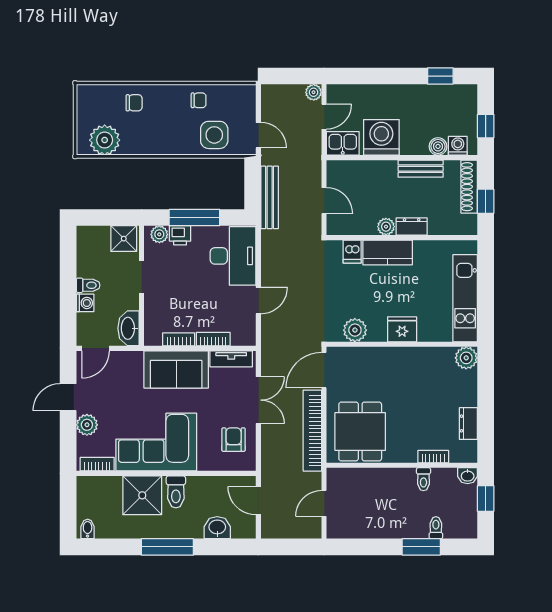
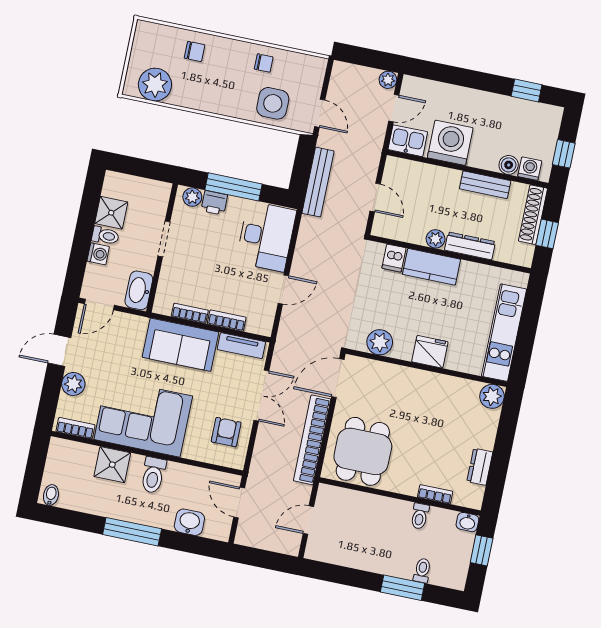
dresser: (412, 226) -> (470, 246), width x1.44
shower: (124, 239) -> (111, 213), moved
shower: (142, 495) -> (112, 465), width x0.73, depth x0.73

